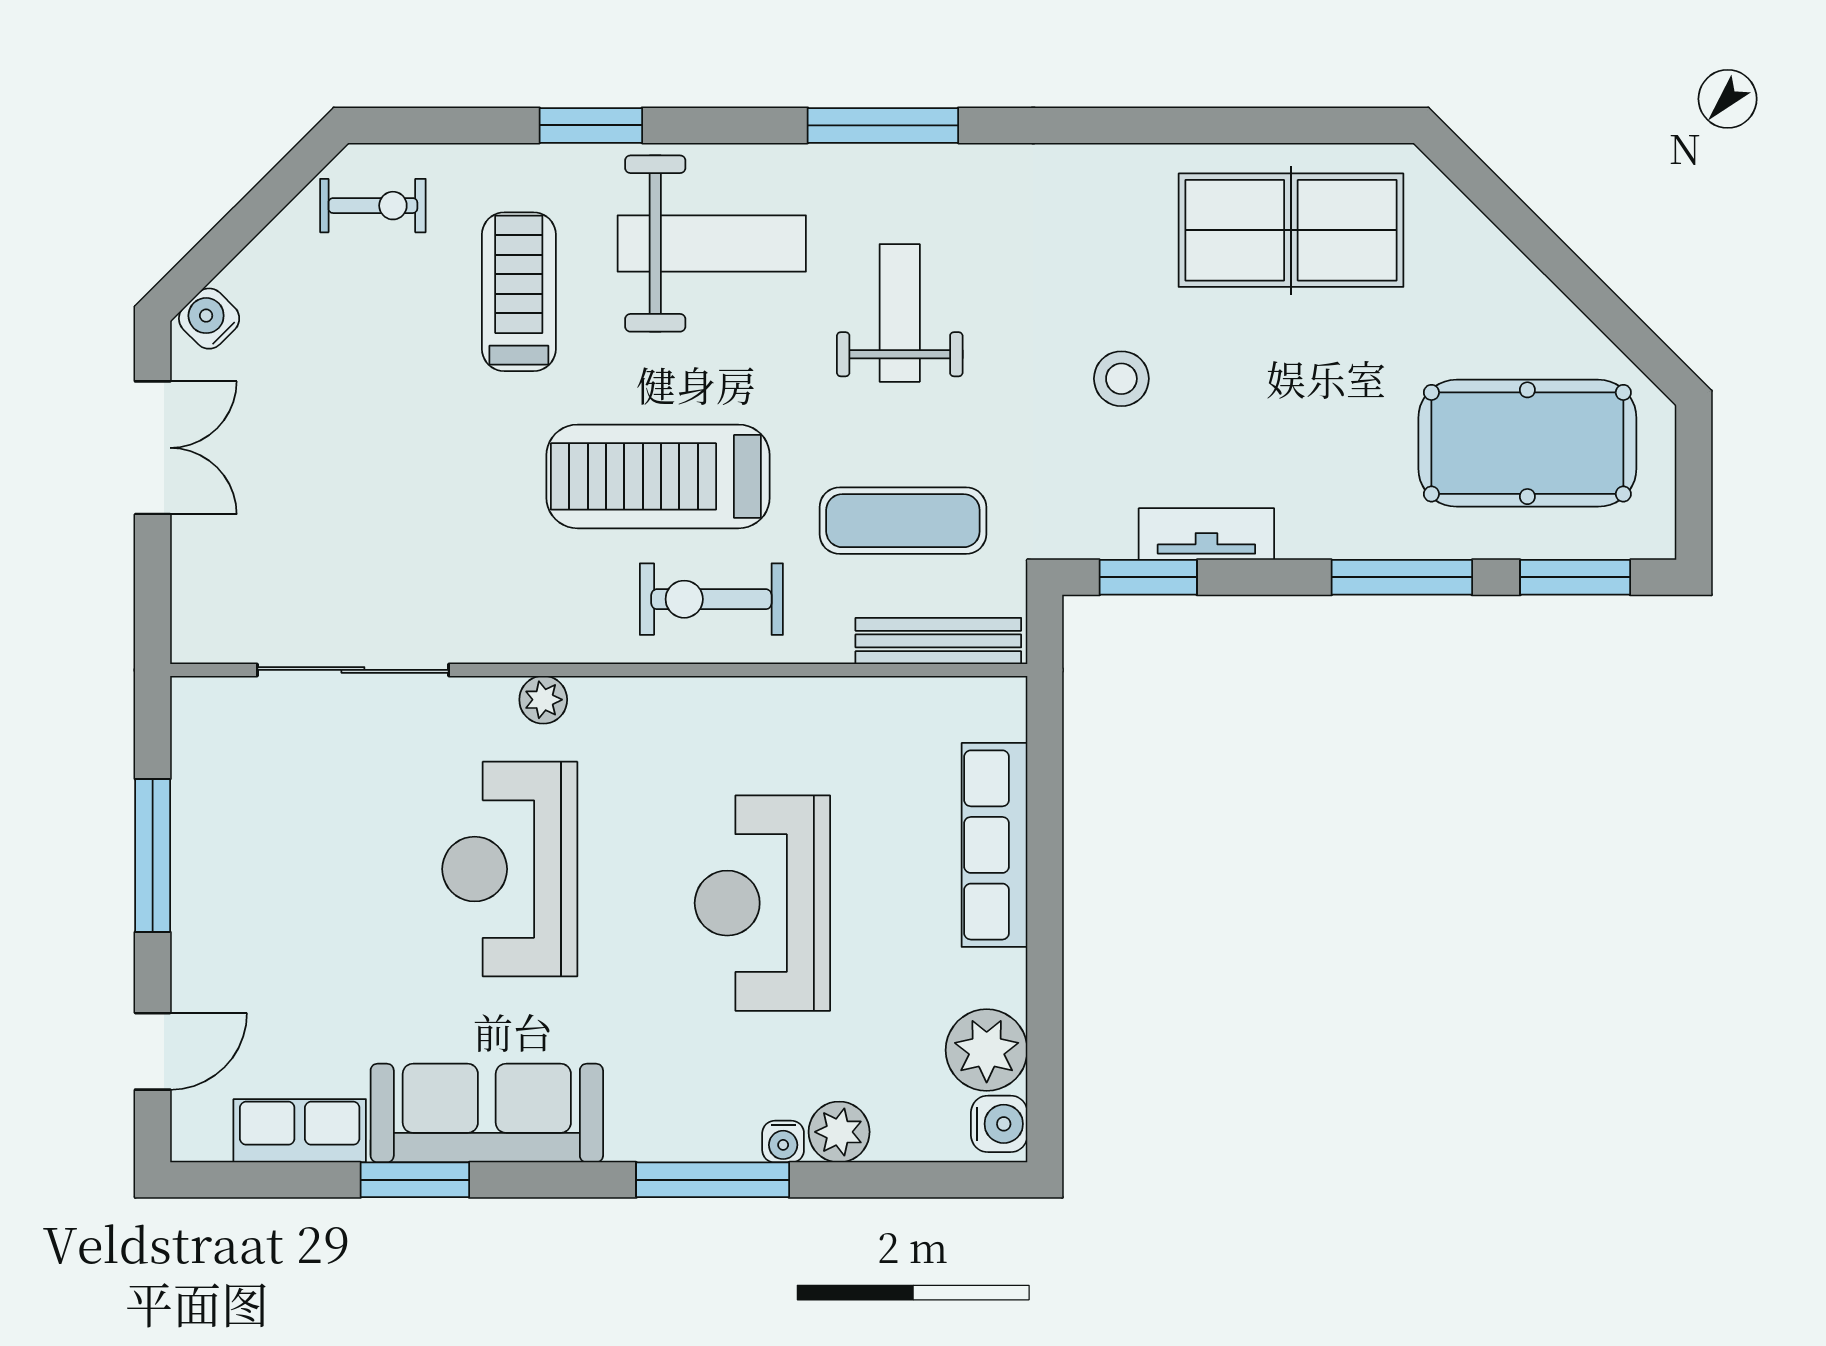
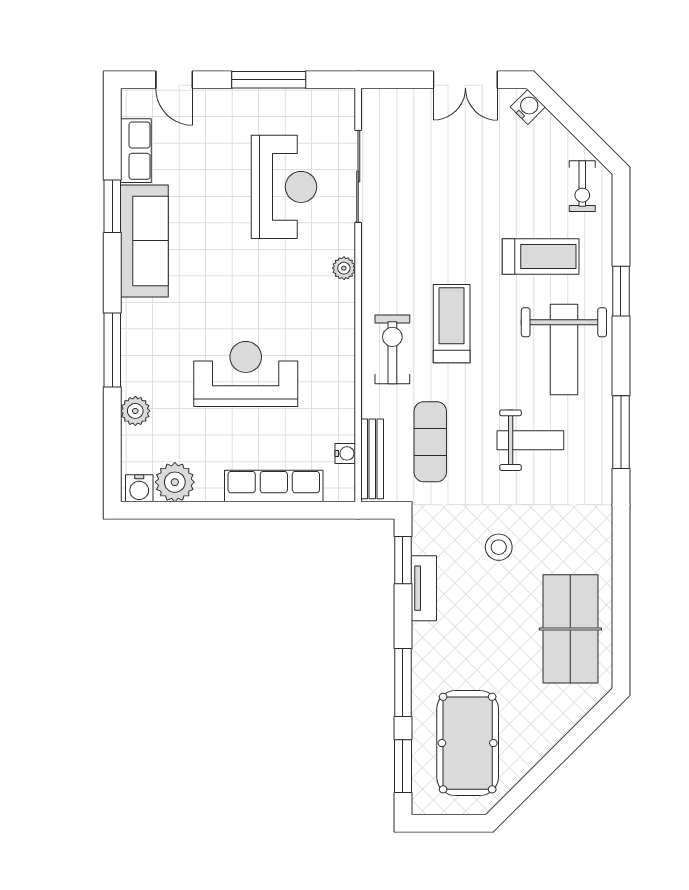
treadmill: (658, 476) -> (452, 324), width x0.73, depth x0.73
reception desk: (510, 869) -> (284, 187), moved, turned 90
water cooler: (783, 1142) -> (345, 453), moved, turned 180

